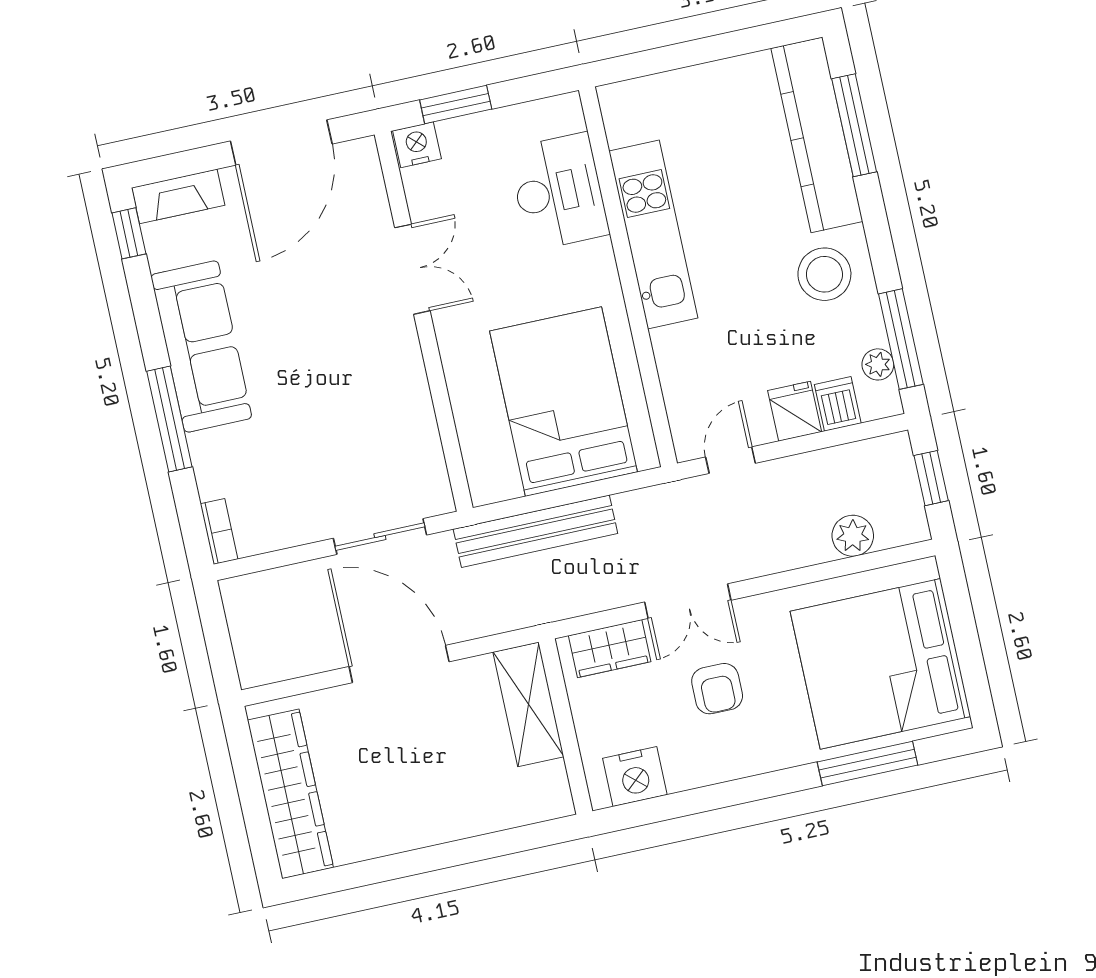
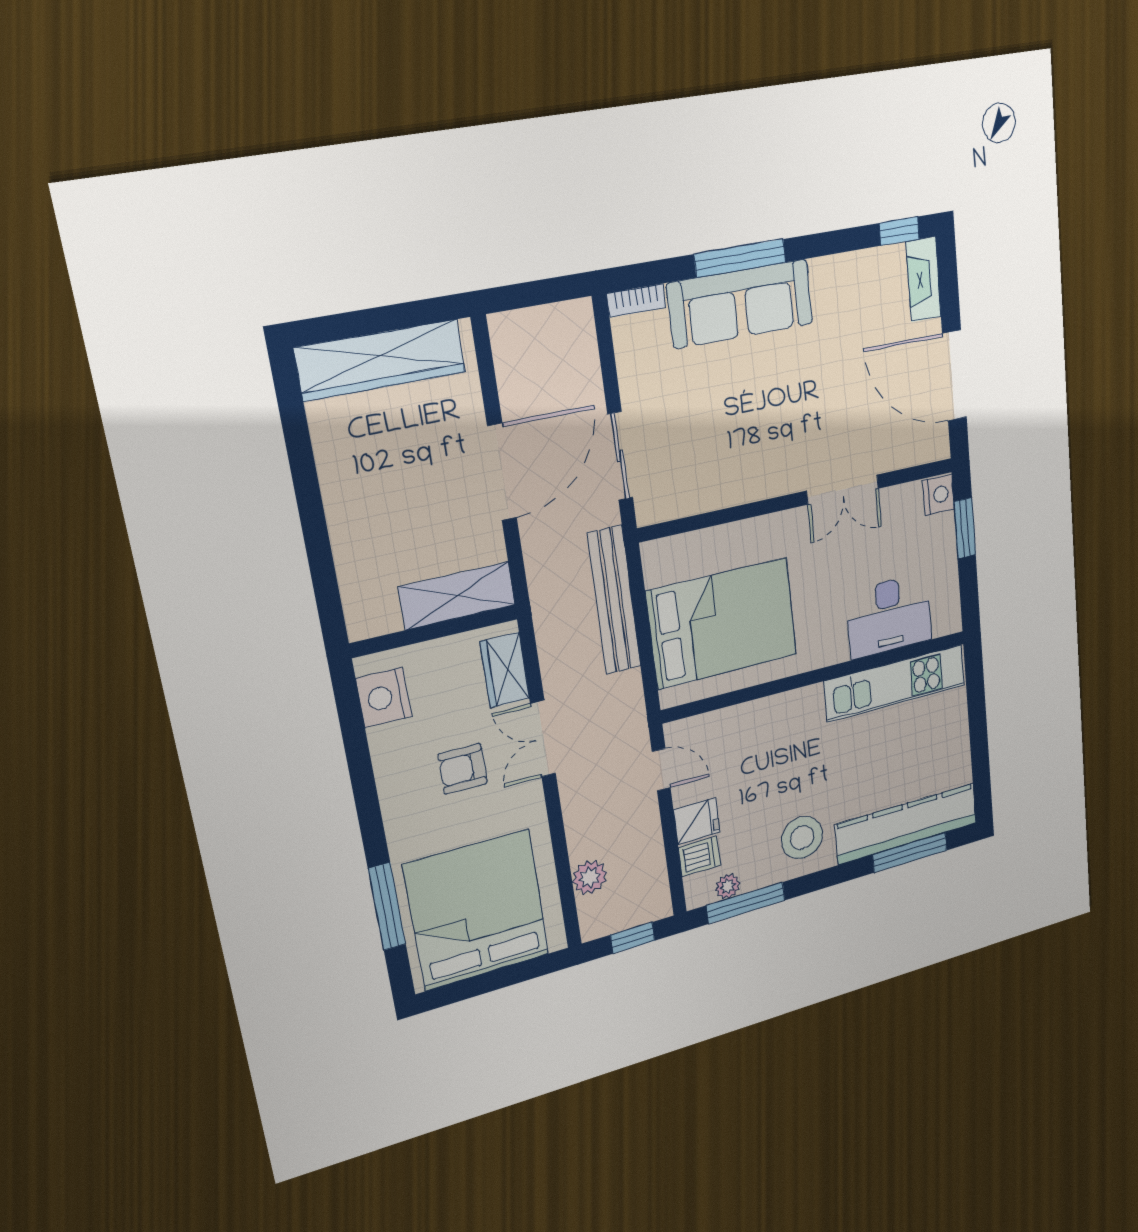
kitchen unit: (653, 234) -> (895, 683), moved
sofa: (201, 347) -> (741, 304), moved

